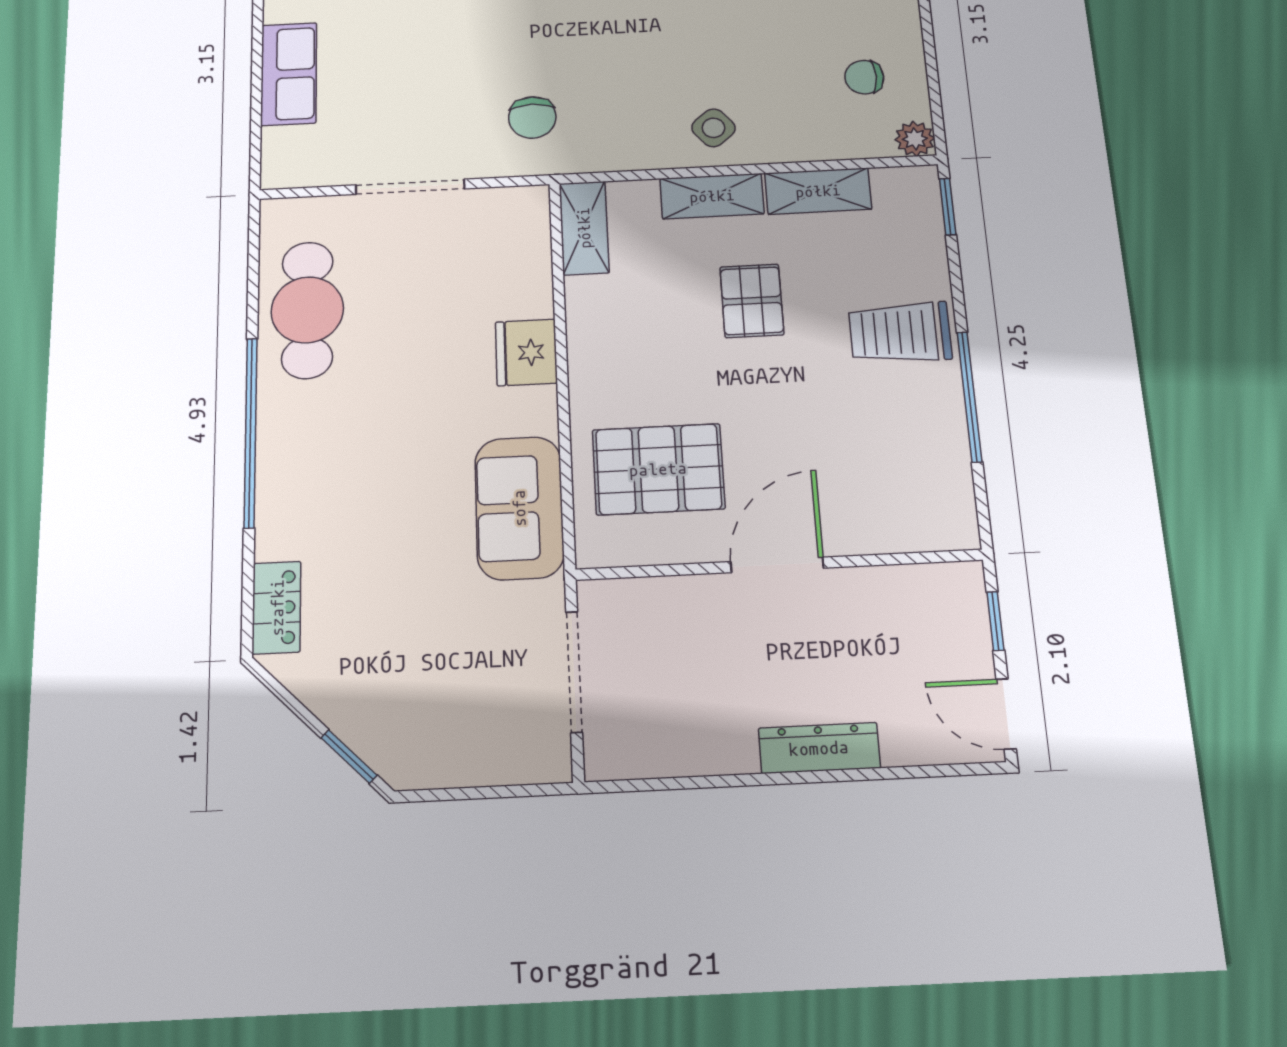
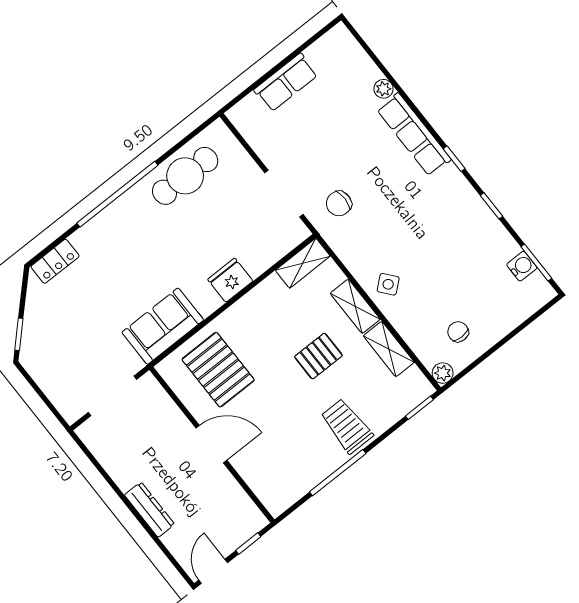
doorway: (410, 187) -> (284, 194), moved

